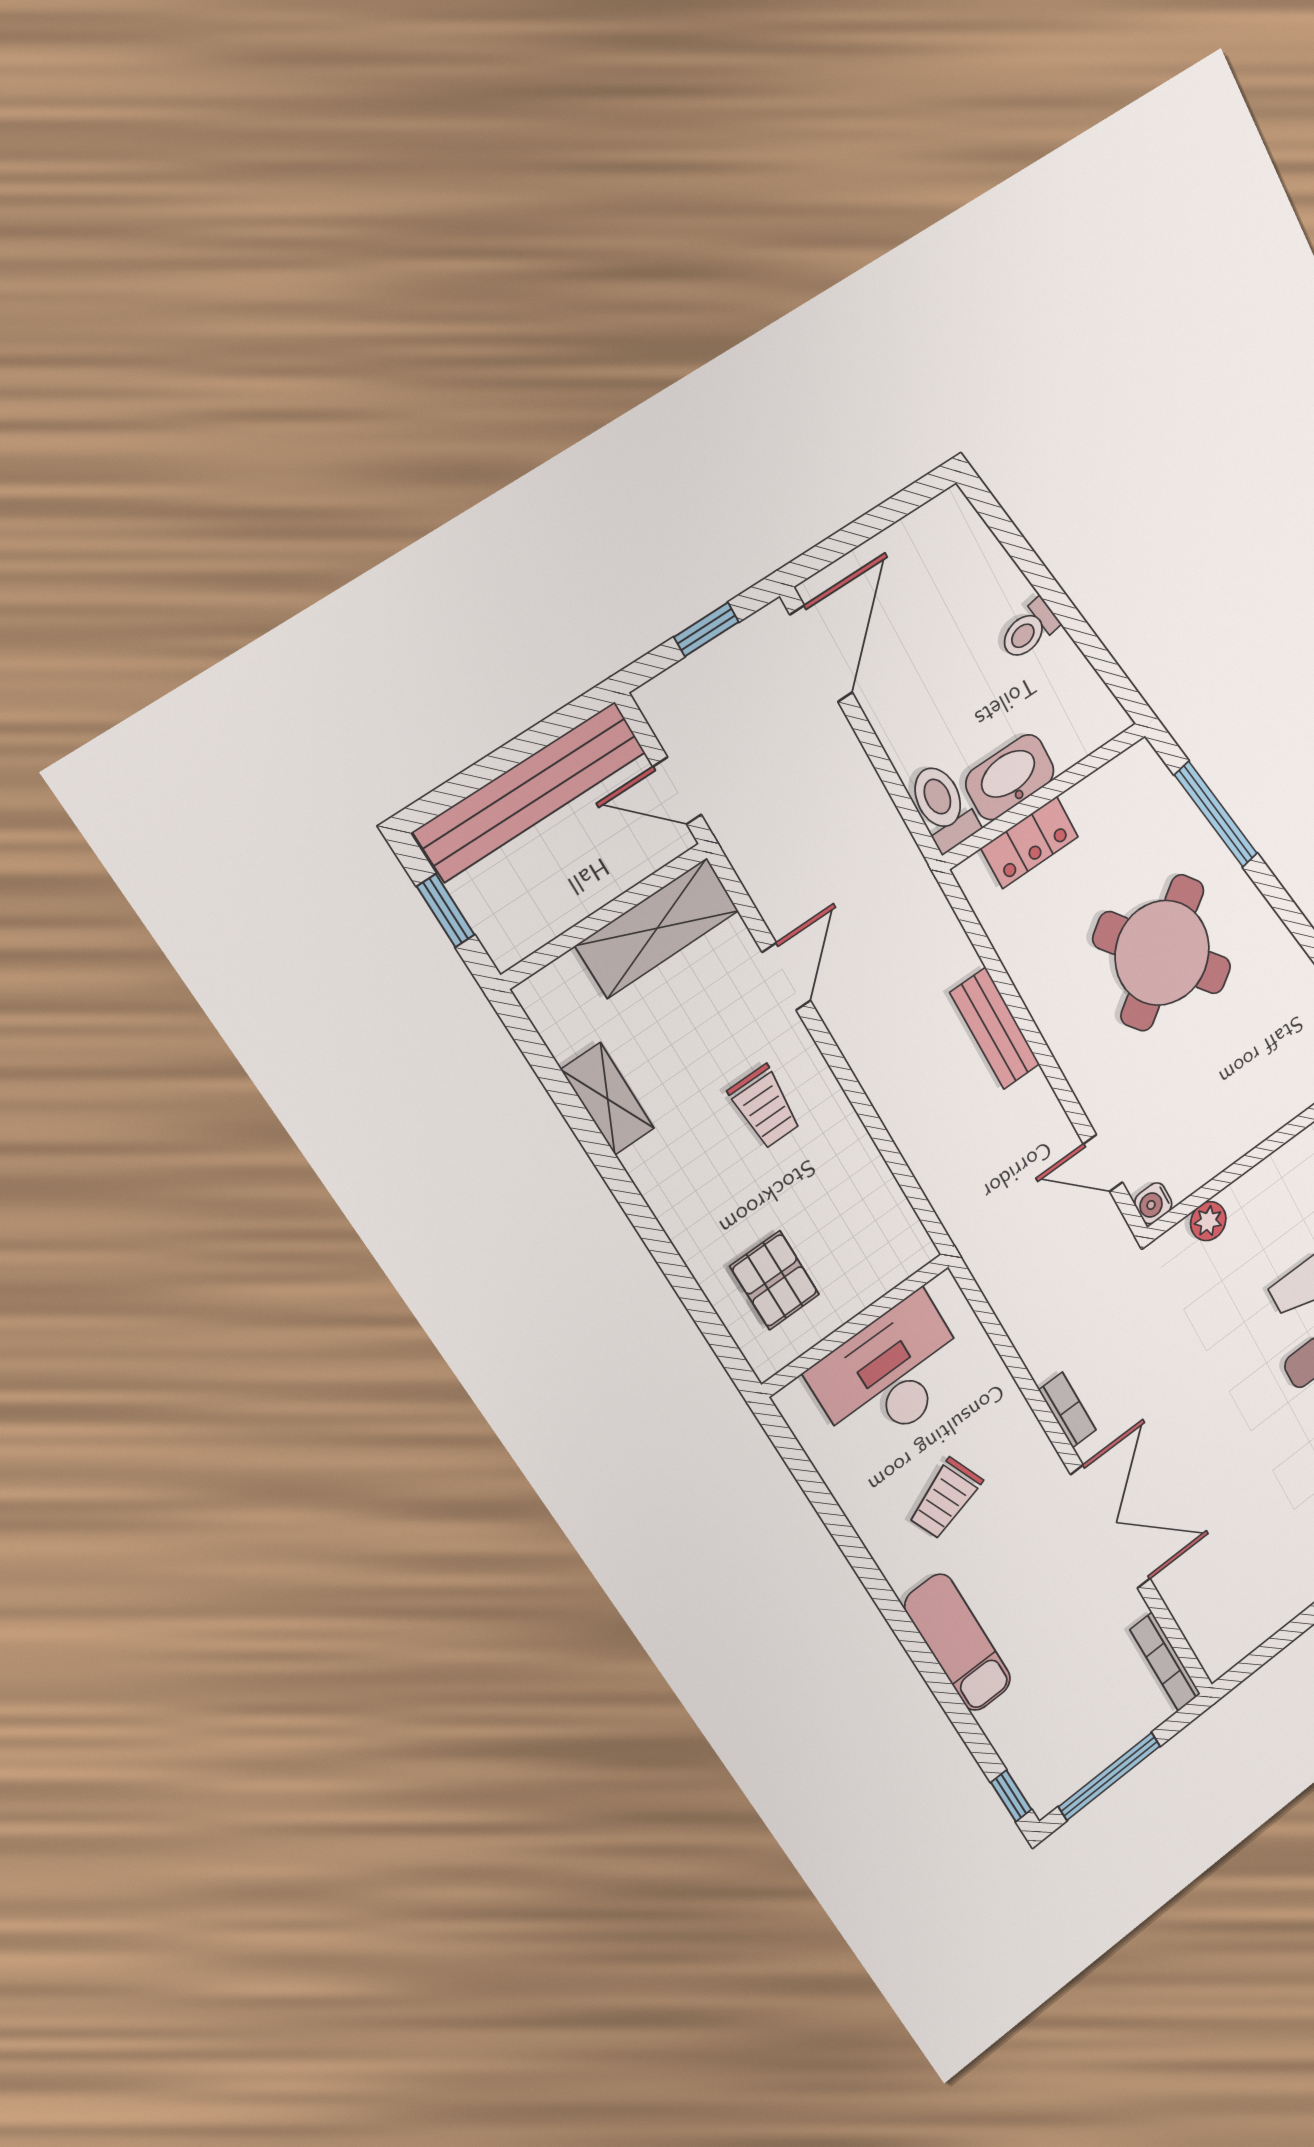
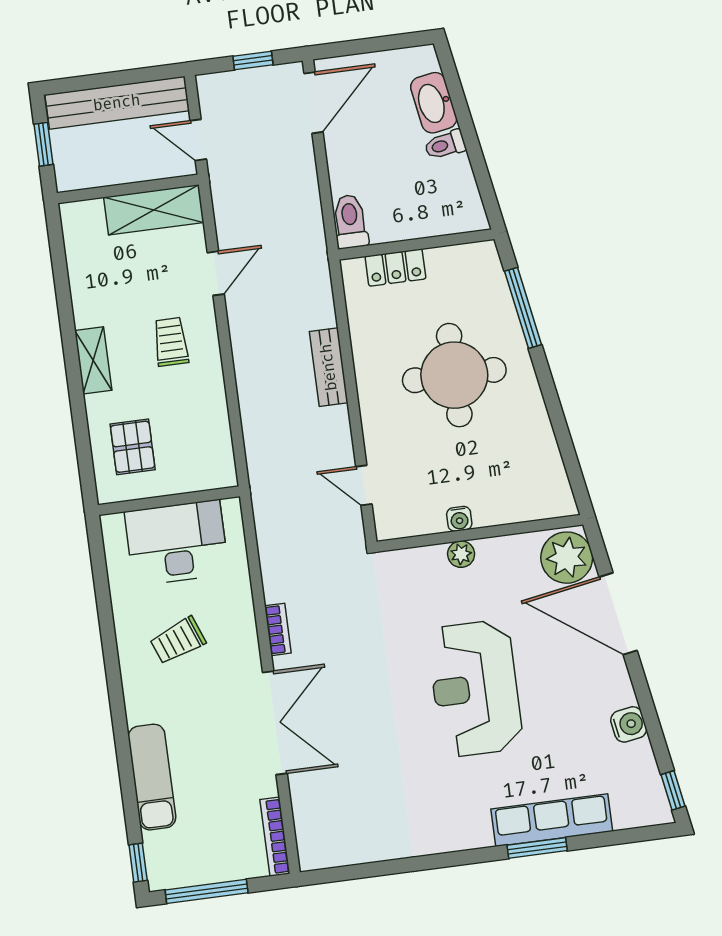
washbasin: (1010, 777) -> (434, 103), moved, turned -100
round table: (1162, 953) -> (454, 375), turned 37
shelving: (608, 1099) -> (93, 360), moved
trolley: (765, 1107) -> (171, 342), turned 180
water cooler: (1153, 1203) -> (459, 519), moved, turned -90
plant: (1208, 1221) -> (461, 554), moved
exam couch: (958, 1643) -> (152, 777), moved

